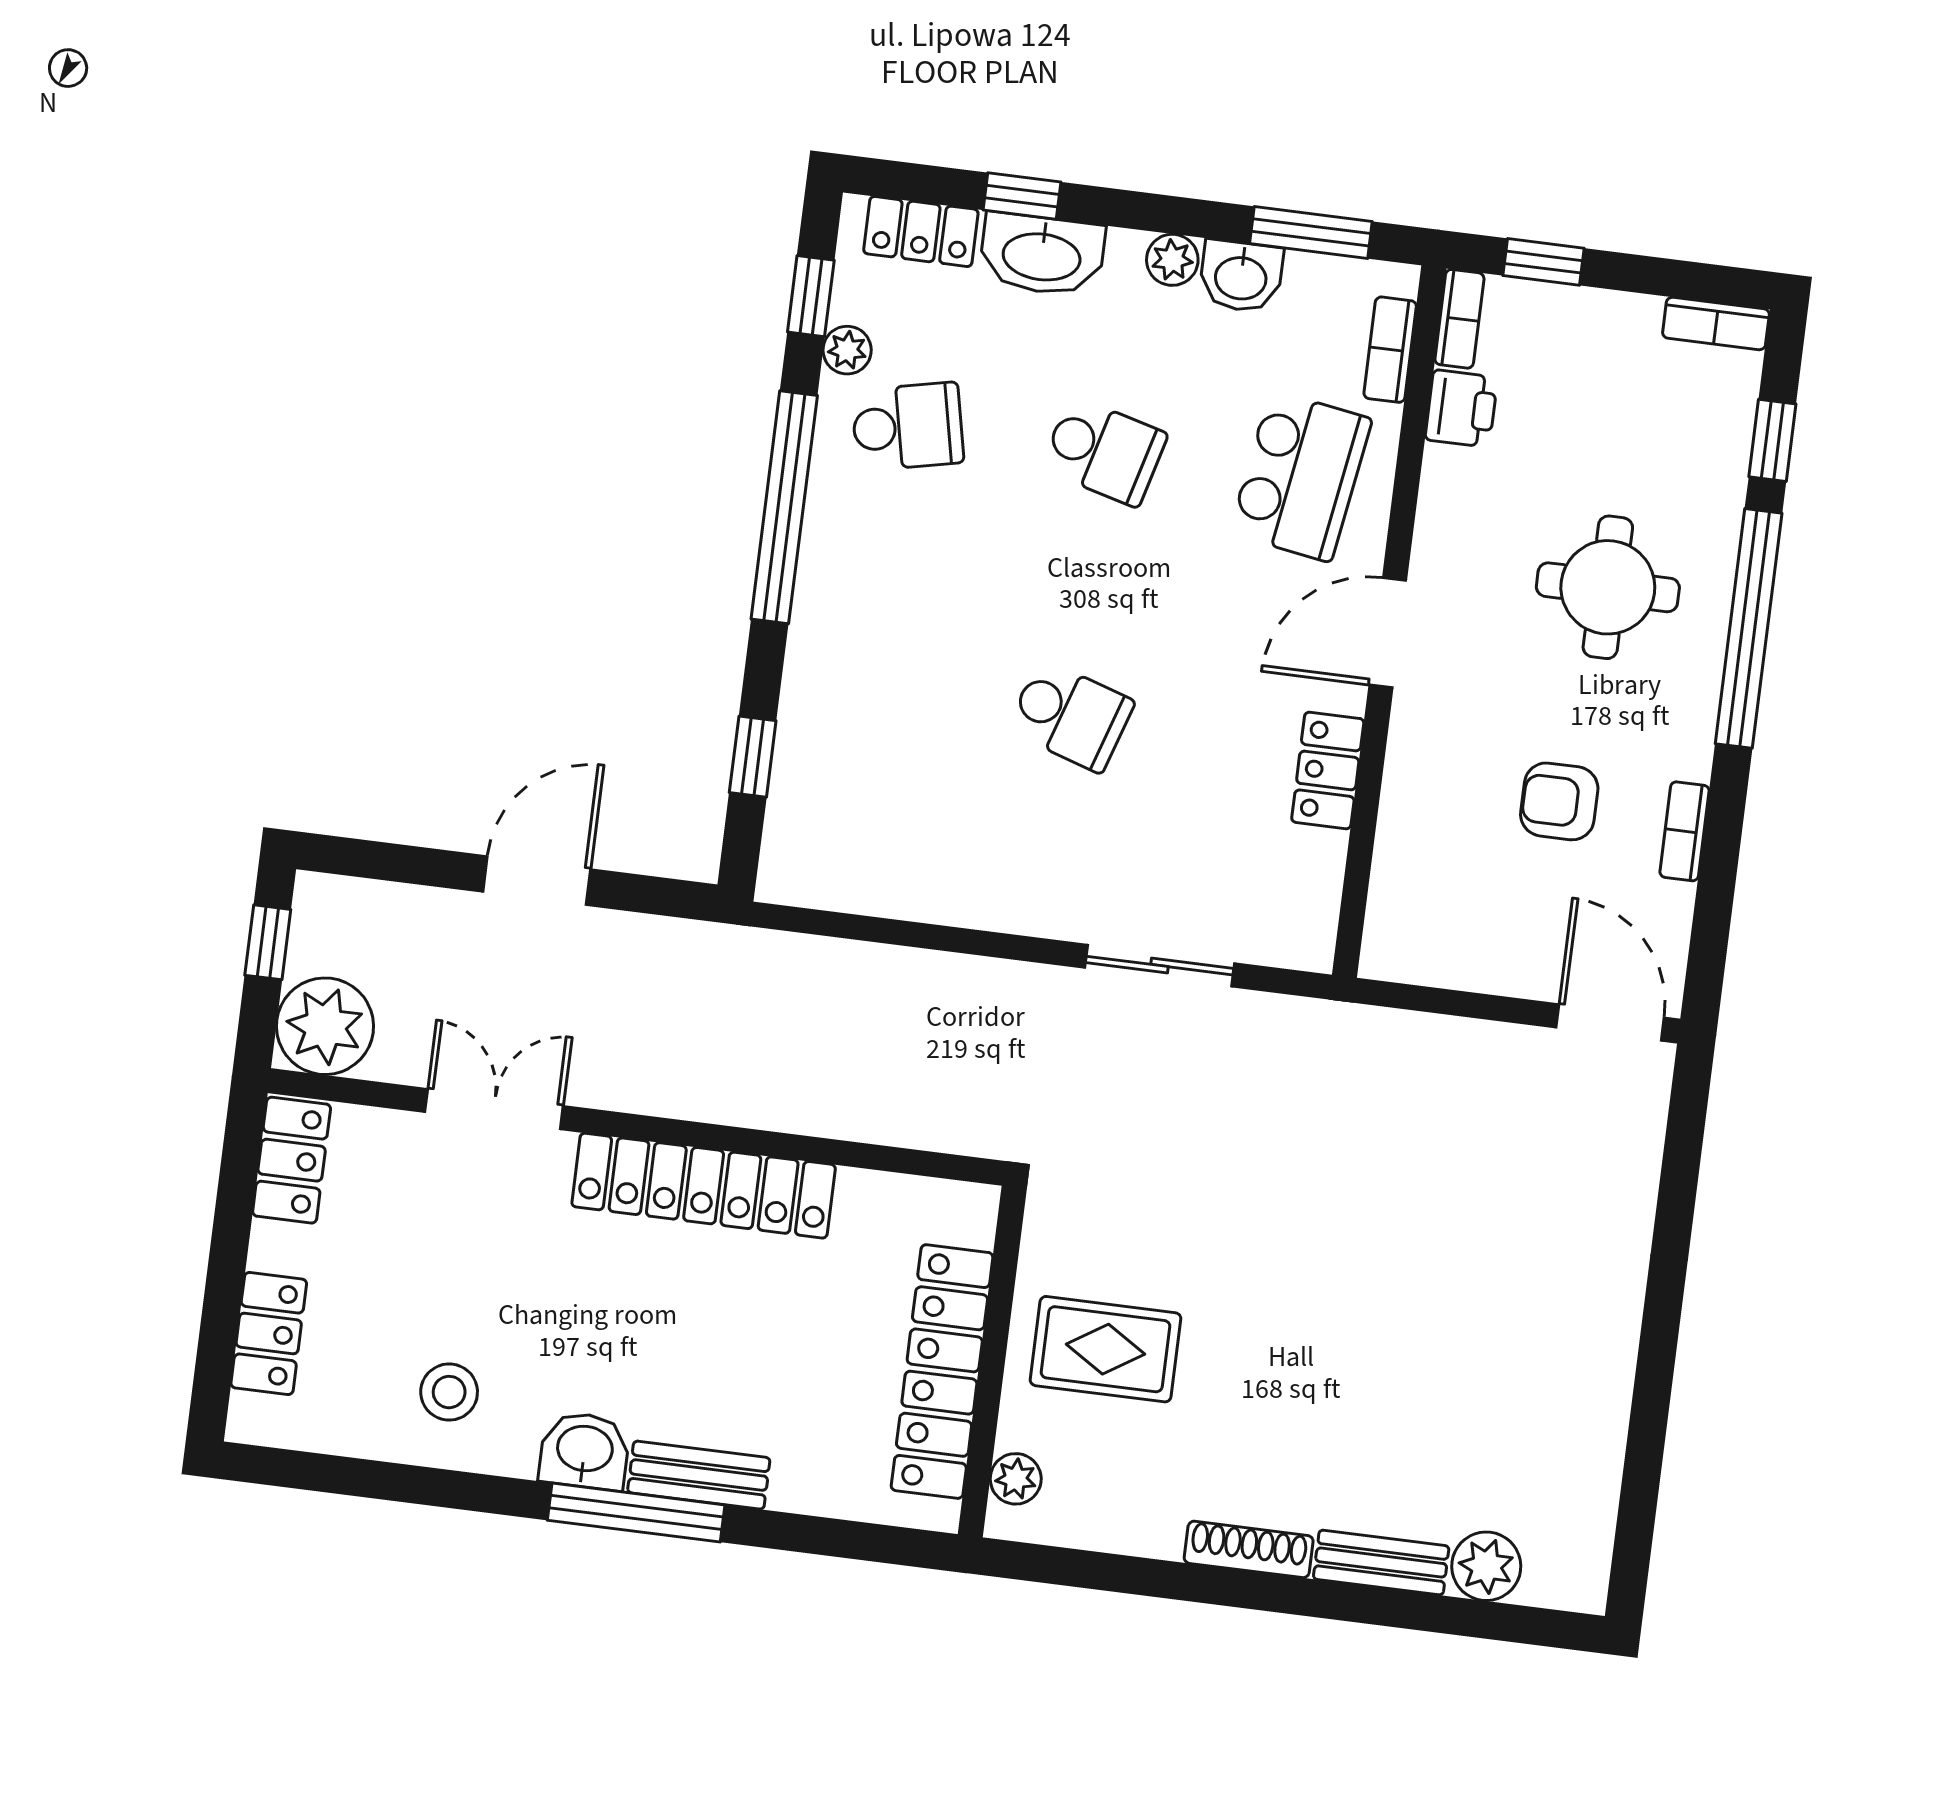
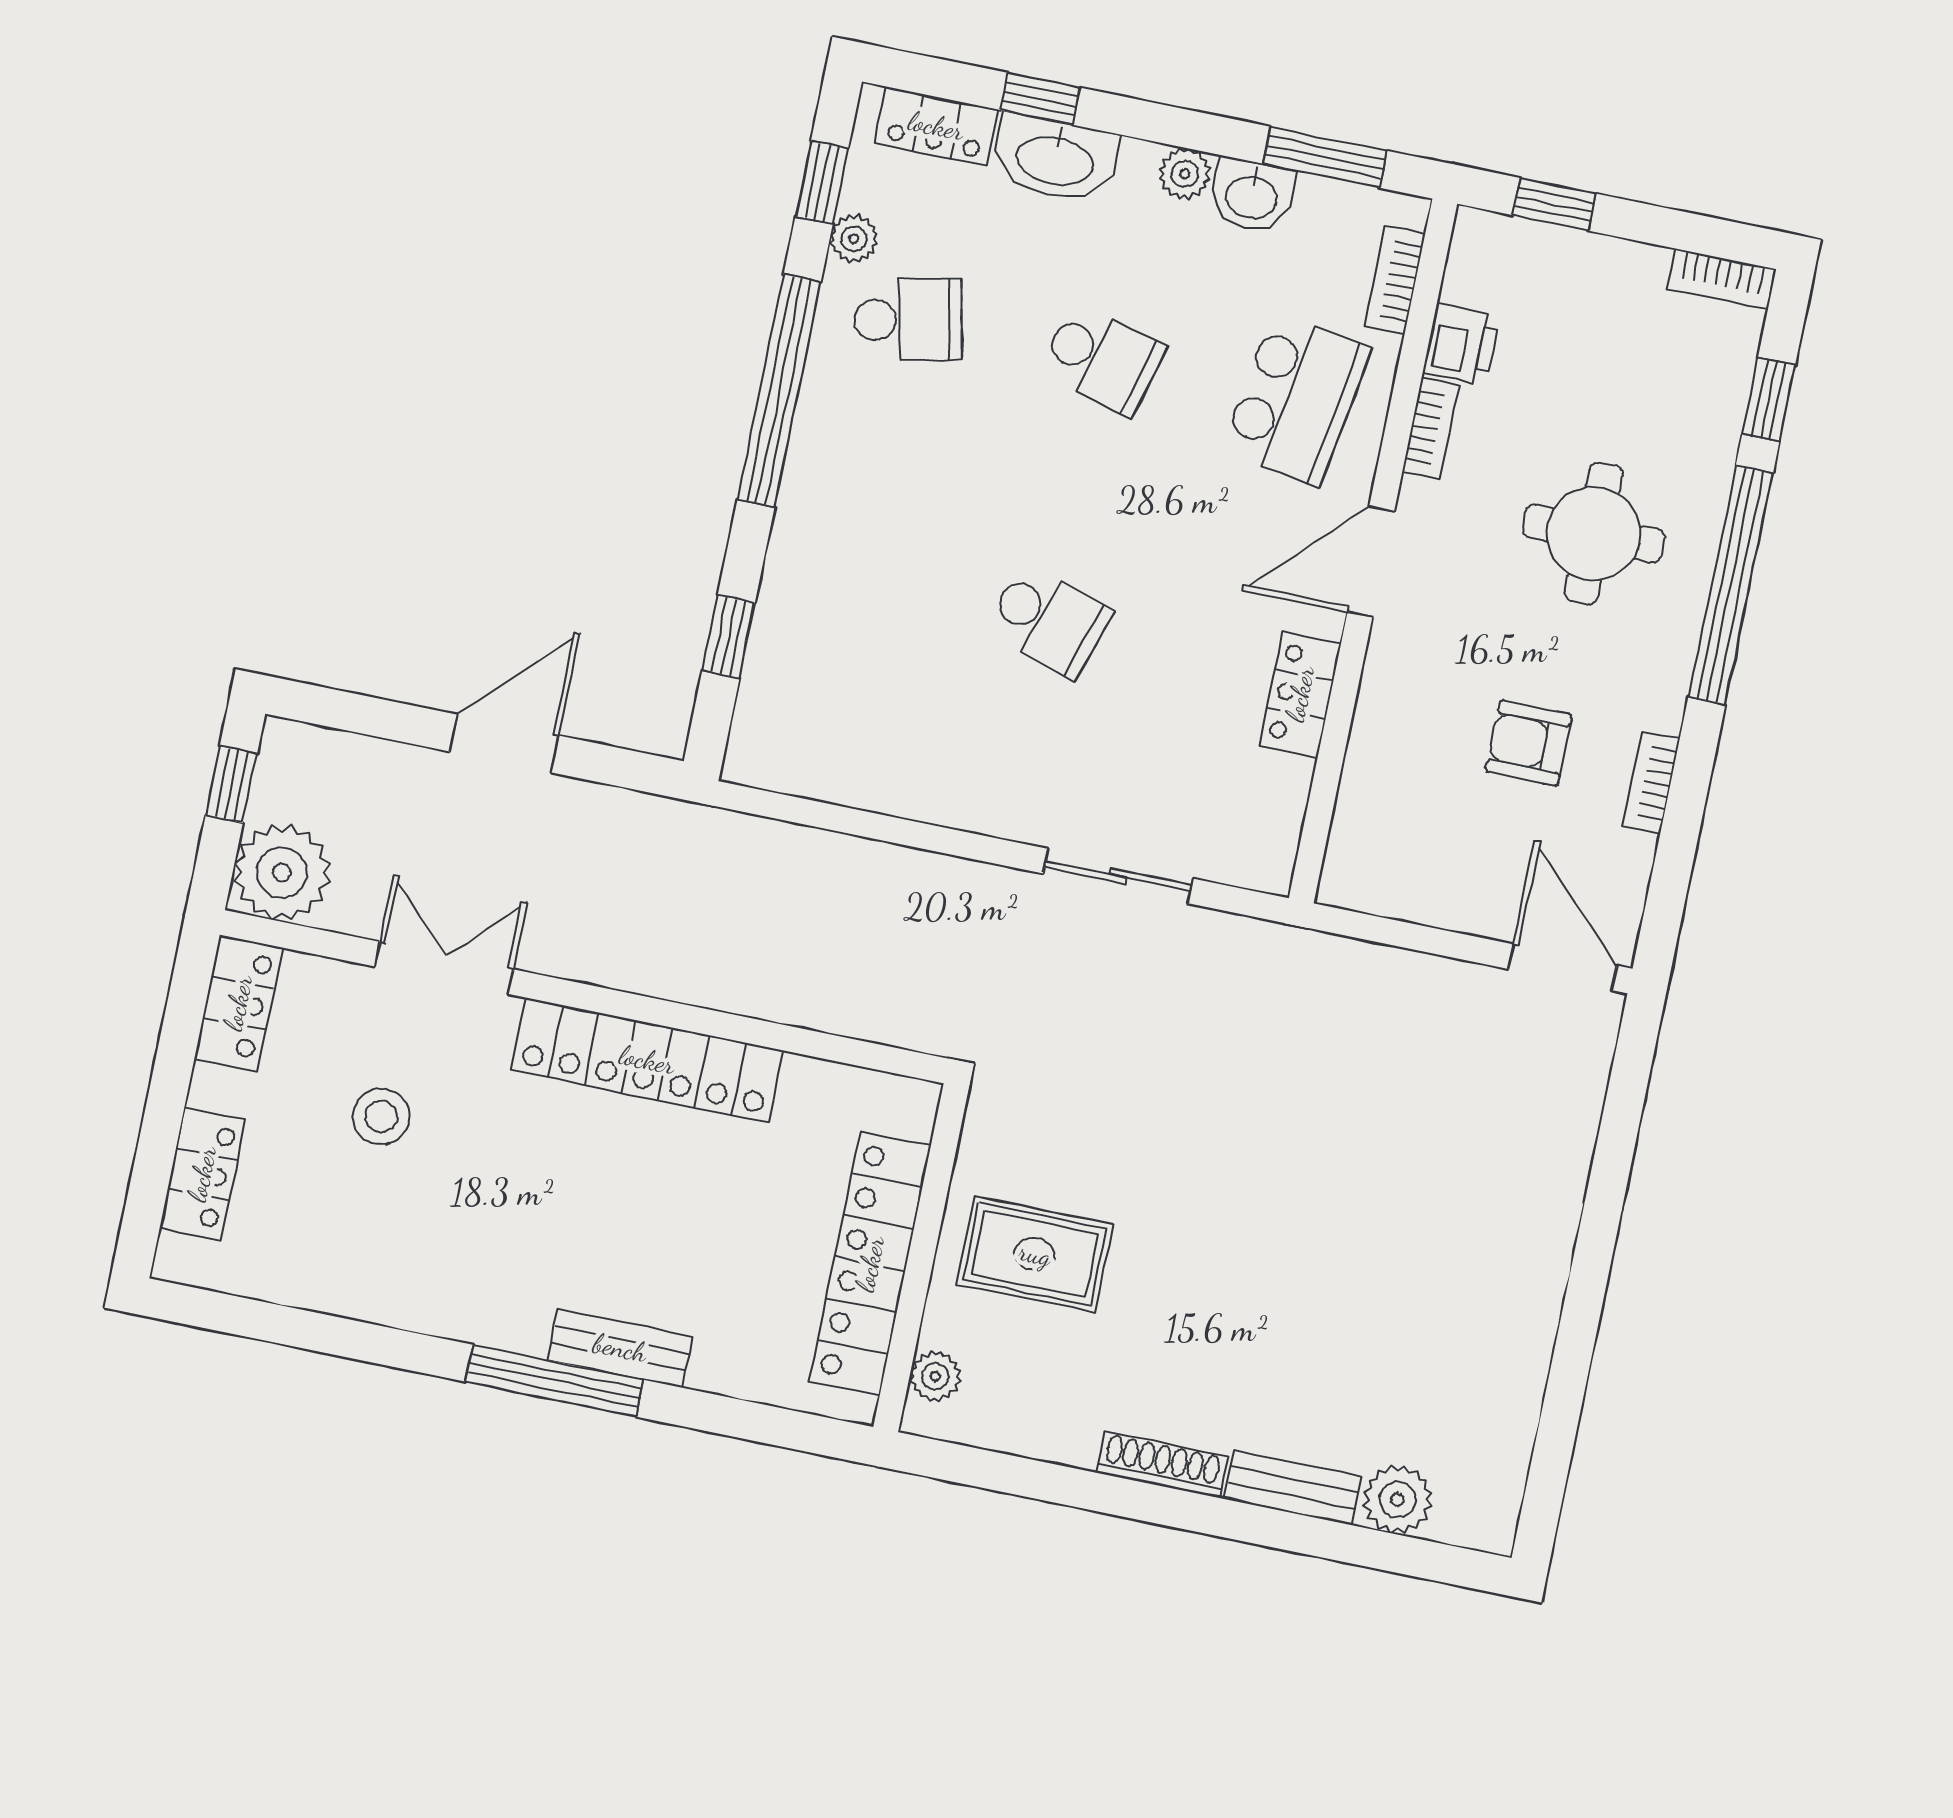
bookcase: (1459, 319) -> (1431, 428), moved
stool: (449, 1392) -> (381, 1117), moved
washbasin: (585, 1451) -> (508, 1315), removed

